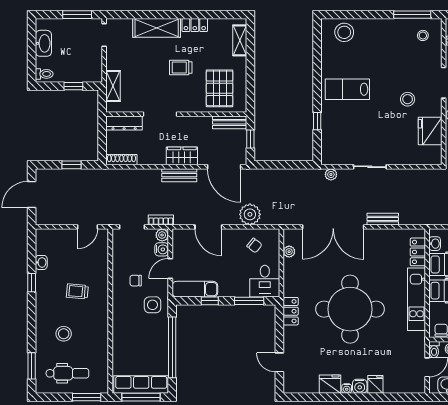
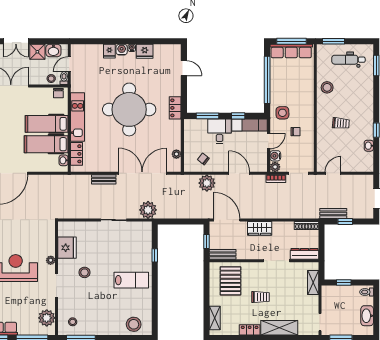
plant: (331, 174) -> (148, 210), width x1.88, depth x1.88
bench: (179, 175) -> (333, 213), moved
desk: (265, 281) -> (220, 131), moved
stool: (64, 334) -> (327, 87), moved

